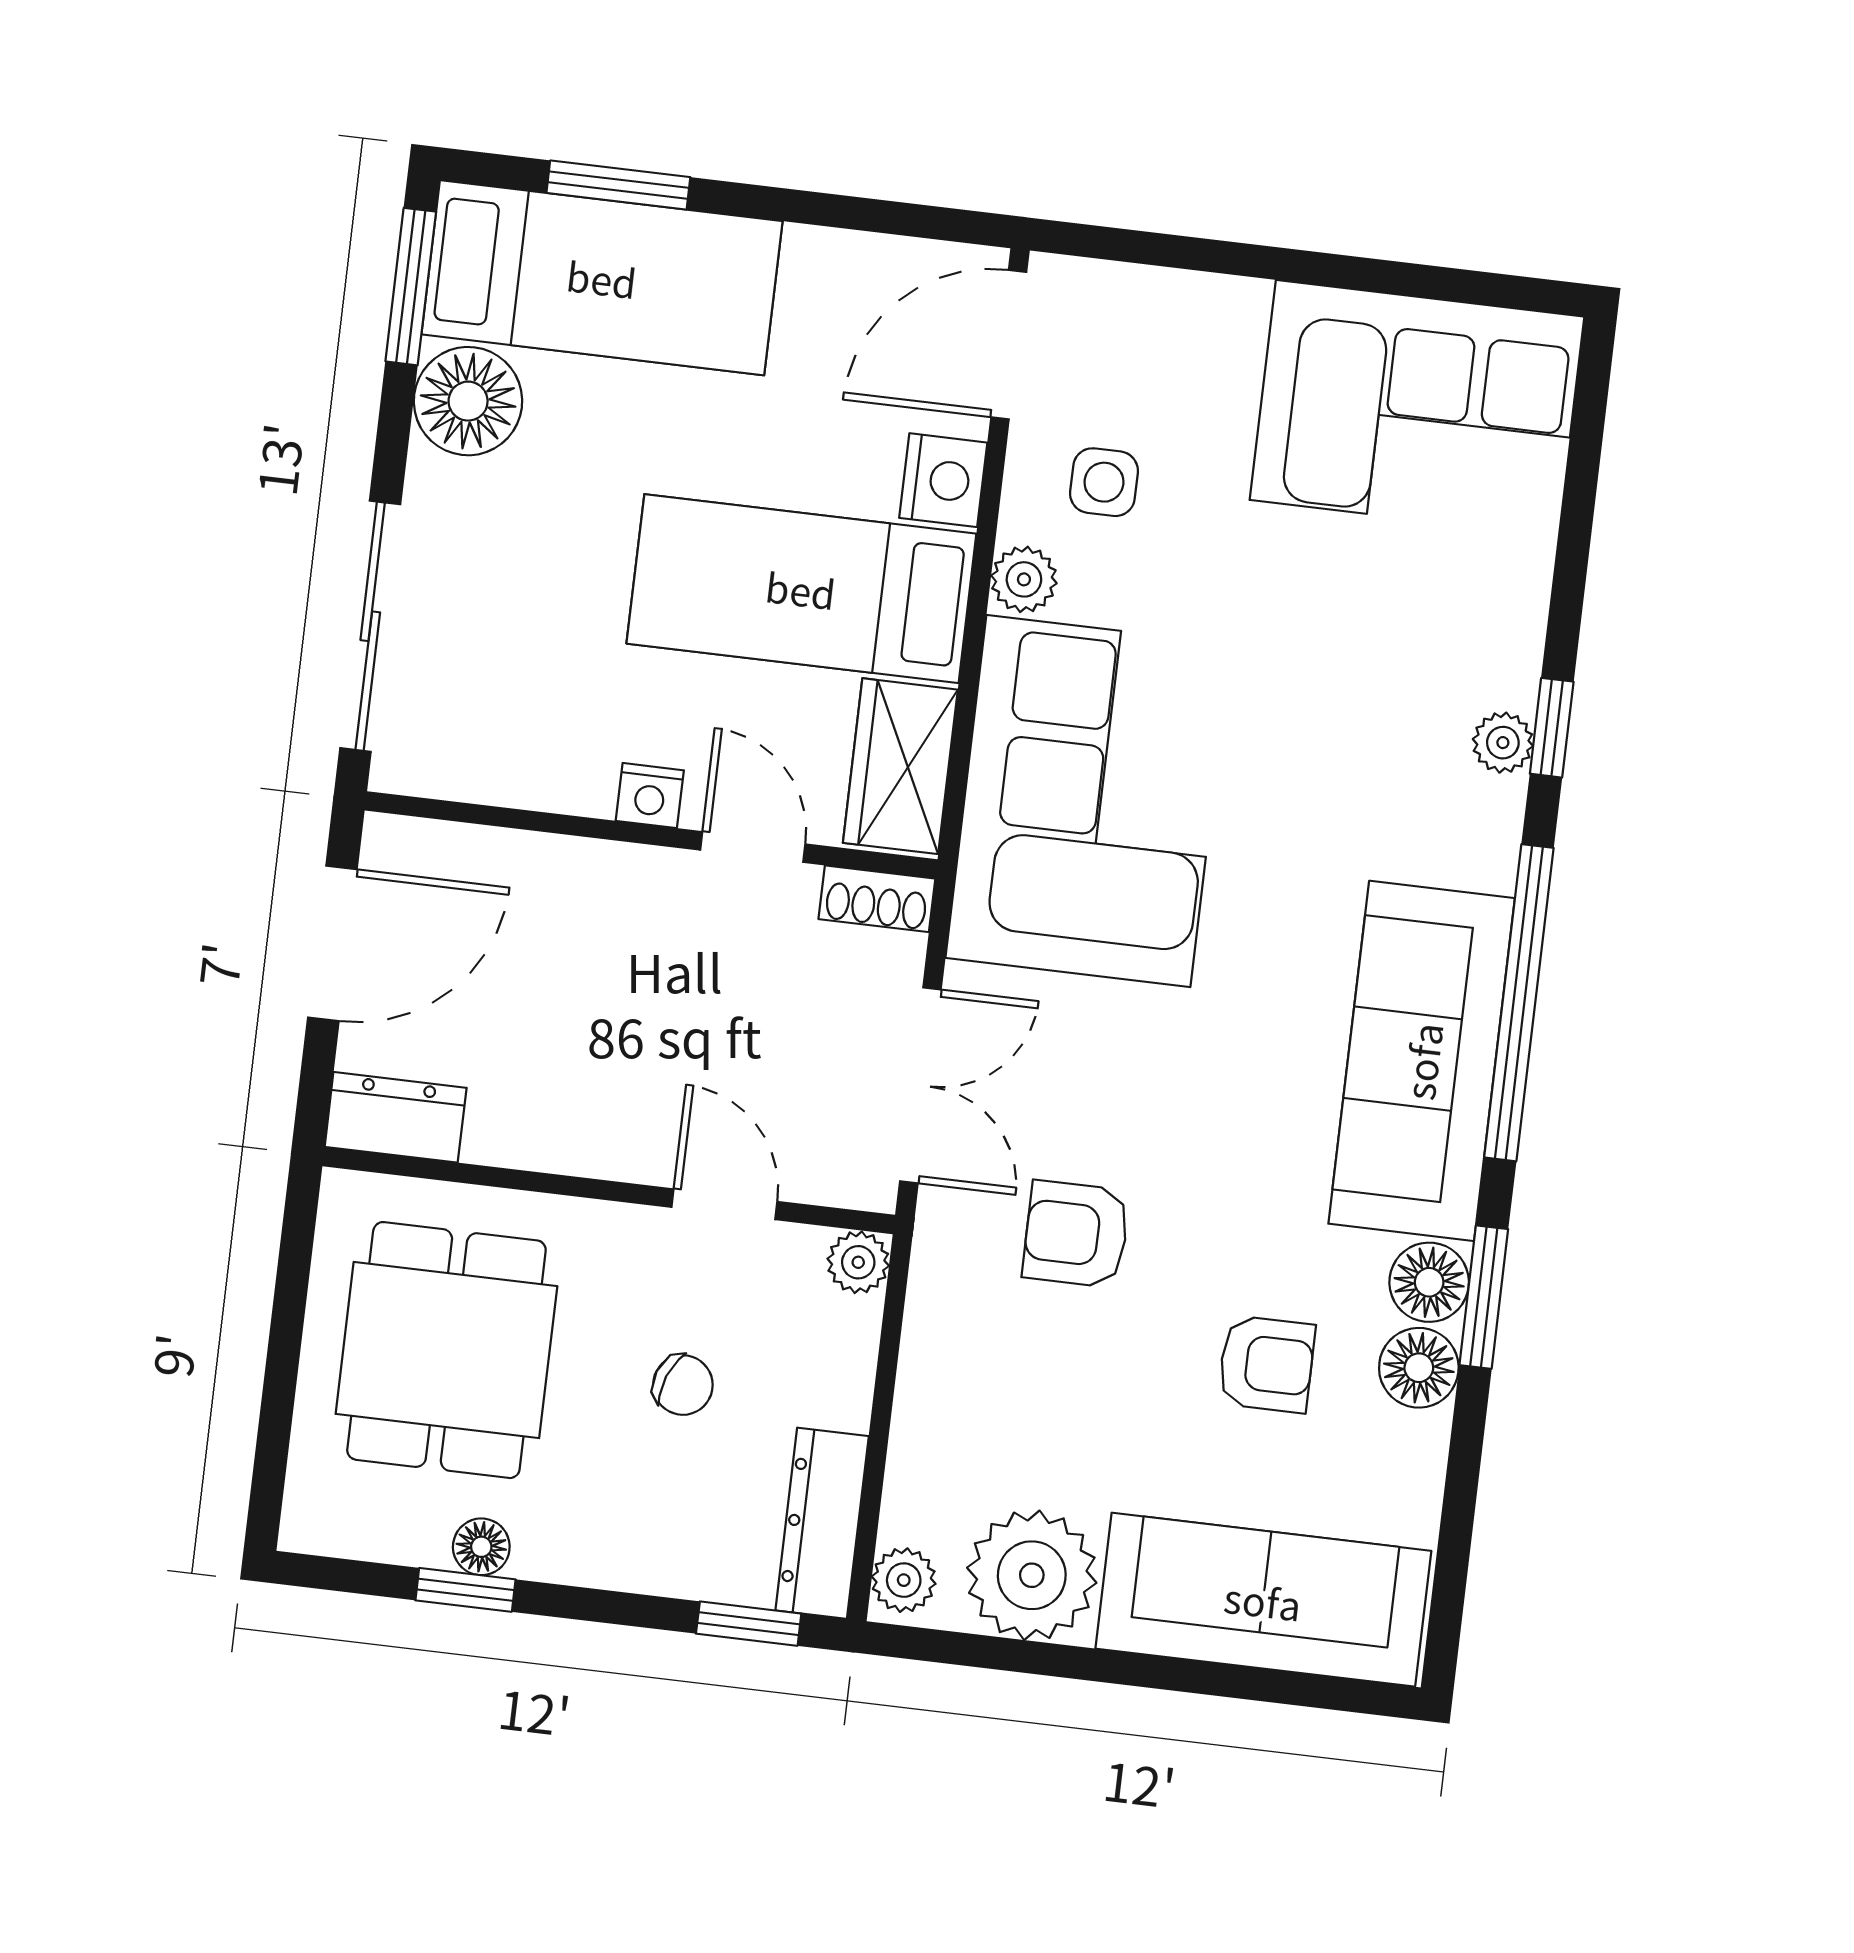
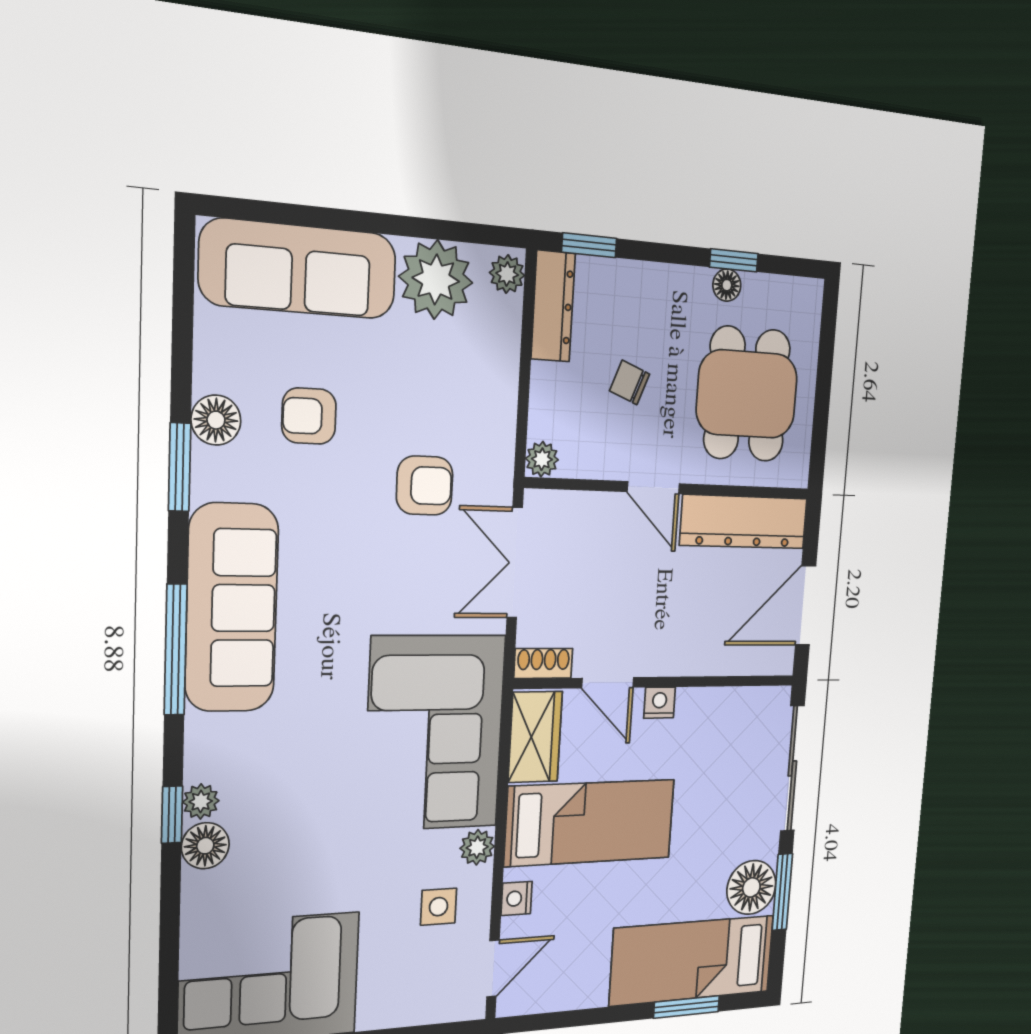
window: (411, 287) -> (782, 892), moved
door: (1009, 345) -> (493, 969), width x0.73
nightstand: (943, 480) -> (517, 898), width x0.72, depth x0.74
window: (1519, 1003) -> (176, 650), width x0.68
dresser: (396, 1117) -> (744, 522), width x1.96, depth x1.24
door: (724, 1204) -> (653, 488), moved
floor lamp: (1429, 1282) -> (205, 846), moved

